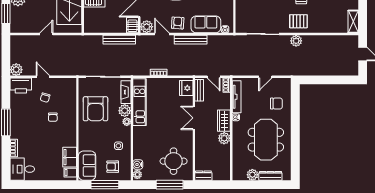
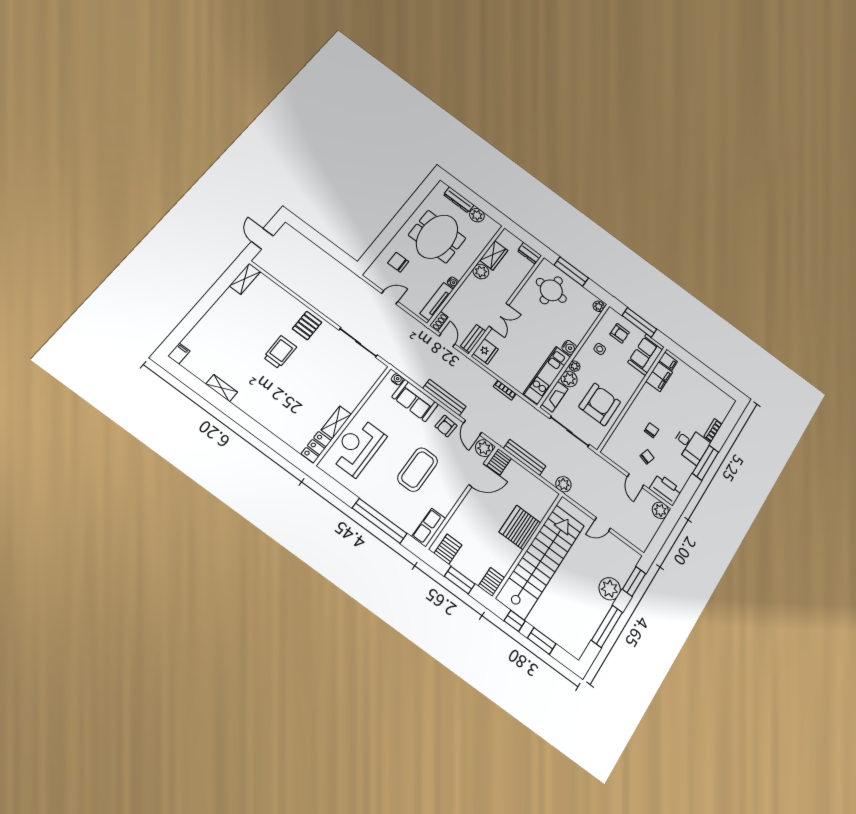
pallet: (298, 21) -> (307, 326), turned 90
plant: (296, 41) -> (563, 484), moved
wardrobe: (224, 121) -> (494, 255), moved
water cooler: (138, 164) -> (569, 348), moved
desk: (22, 169) -> (691, 445), moved

